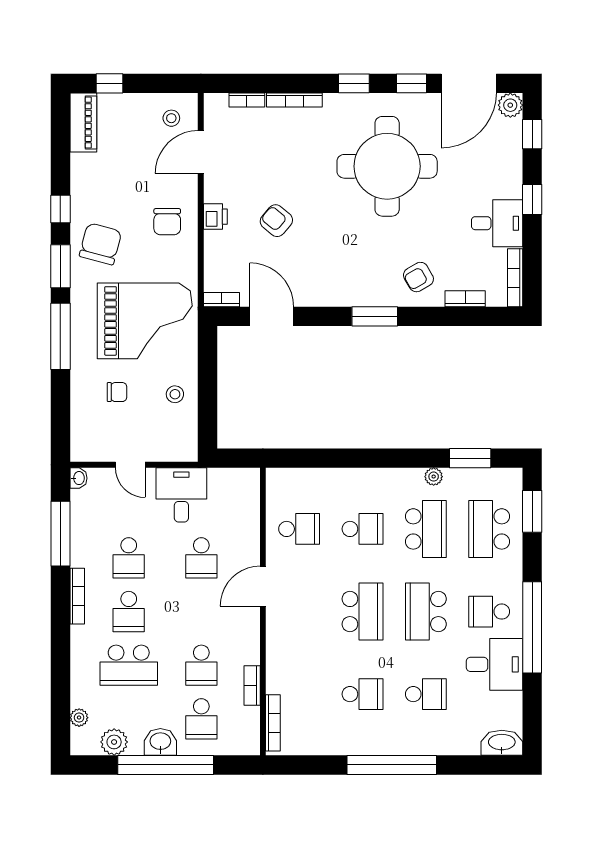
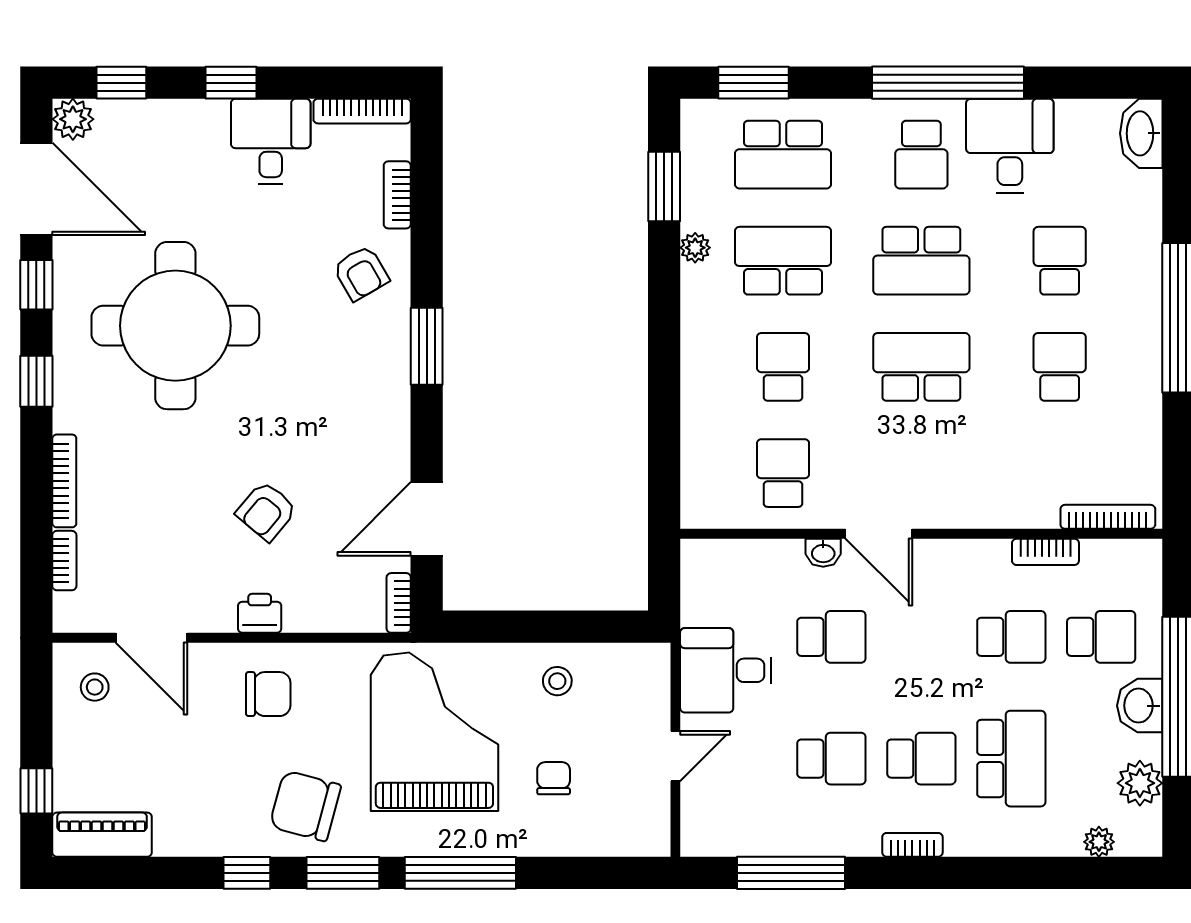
washbasin: (78, 478) -> (823, 553), moved, turned 180
bookcase: (77, 596) -> (912, 845), width x0.64

